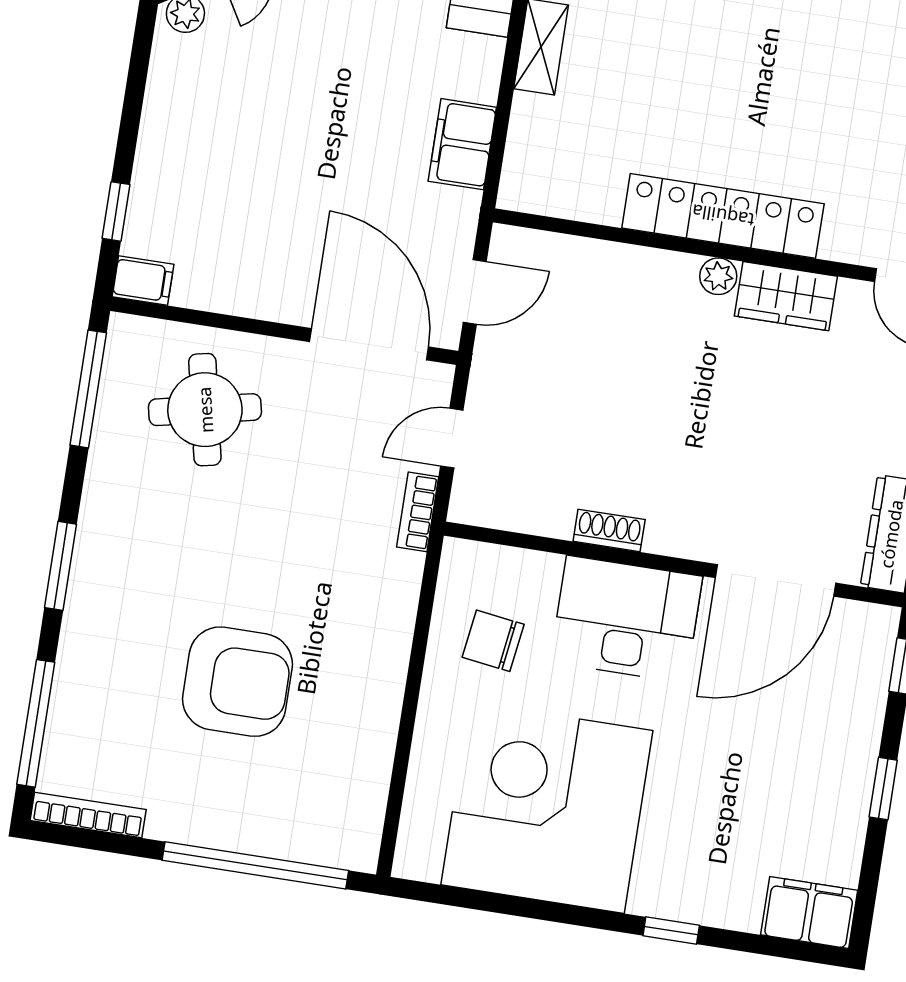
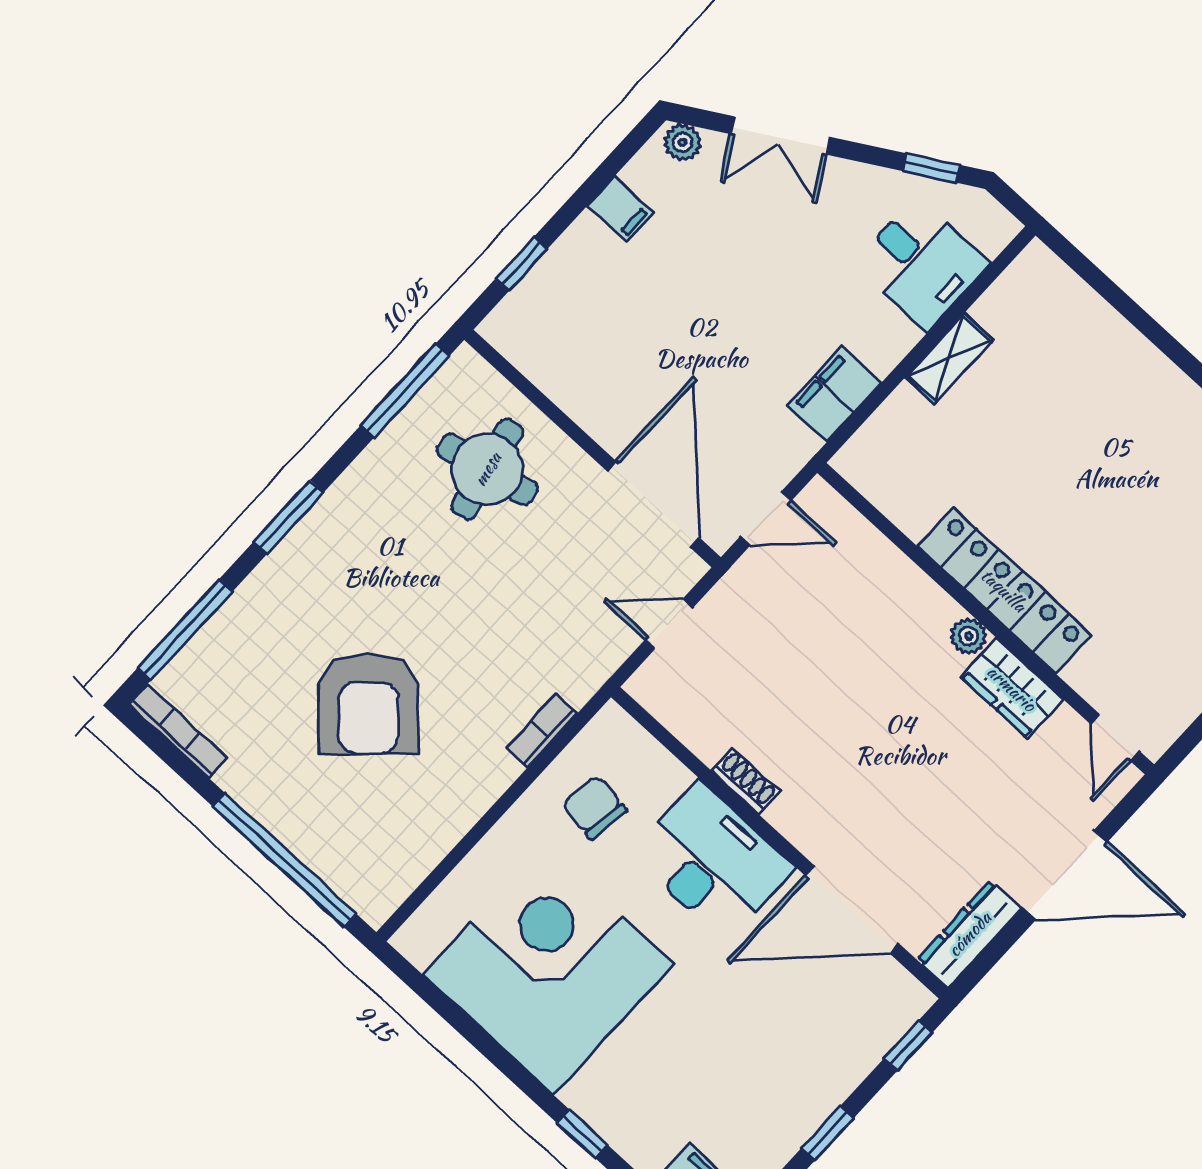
filing cabinet: (143, 280) -> (621, 209), moved
bookcase: (418, 512) -> (542, 731), moved
armchair: (237, 682) -> (368, 704), turned 47

